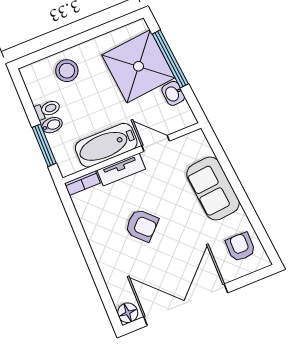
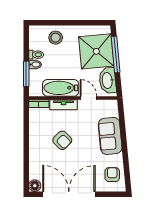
washbasin: (173, 93) -> (108, 80), width x1.91, depth x1.45

